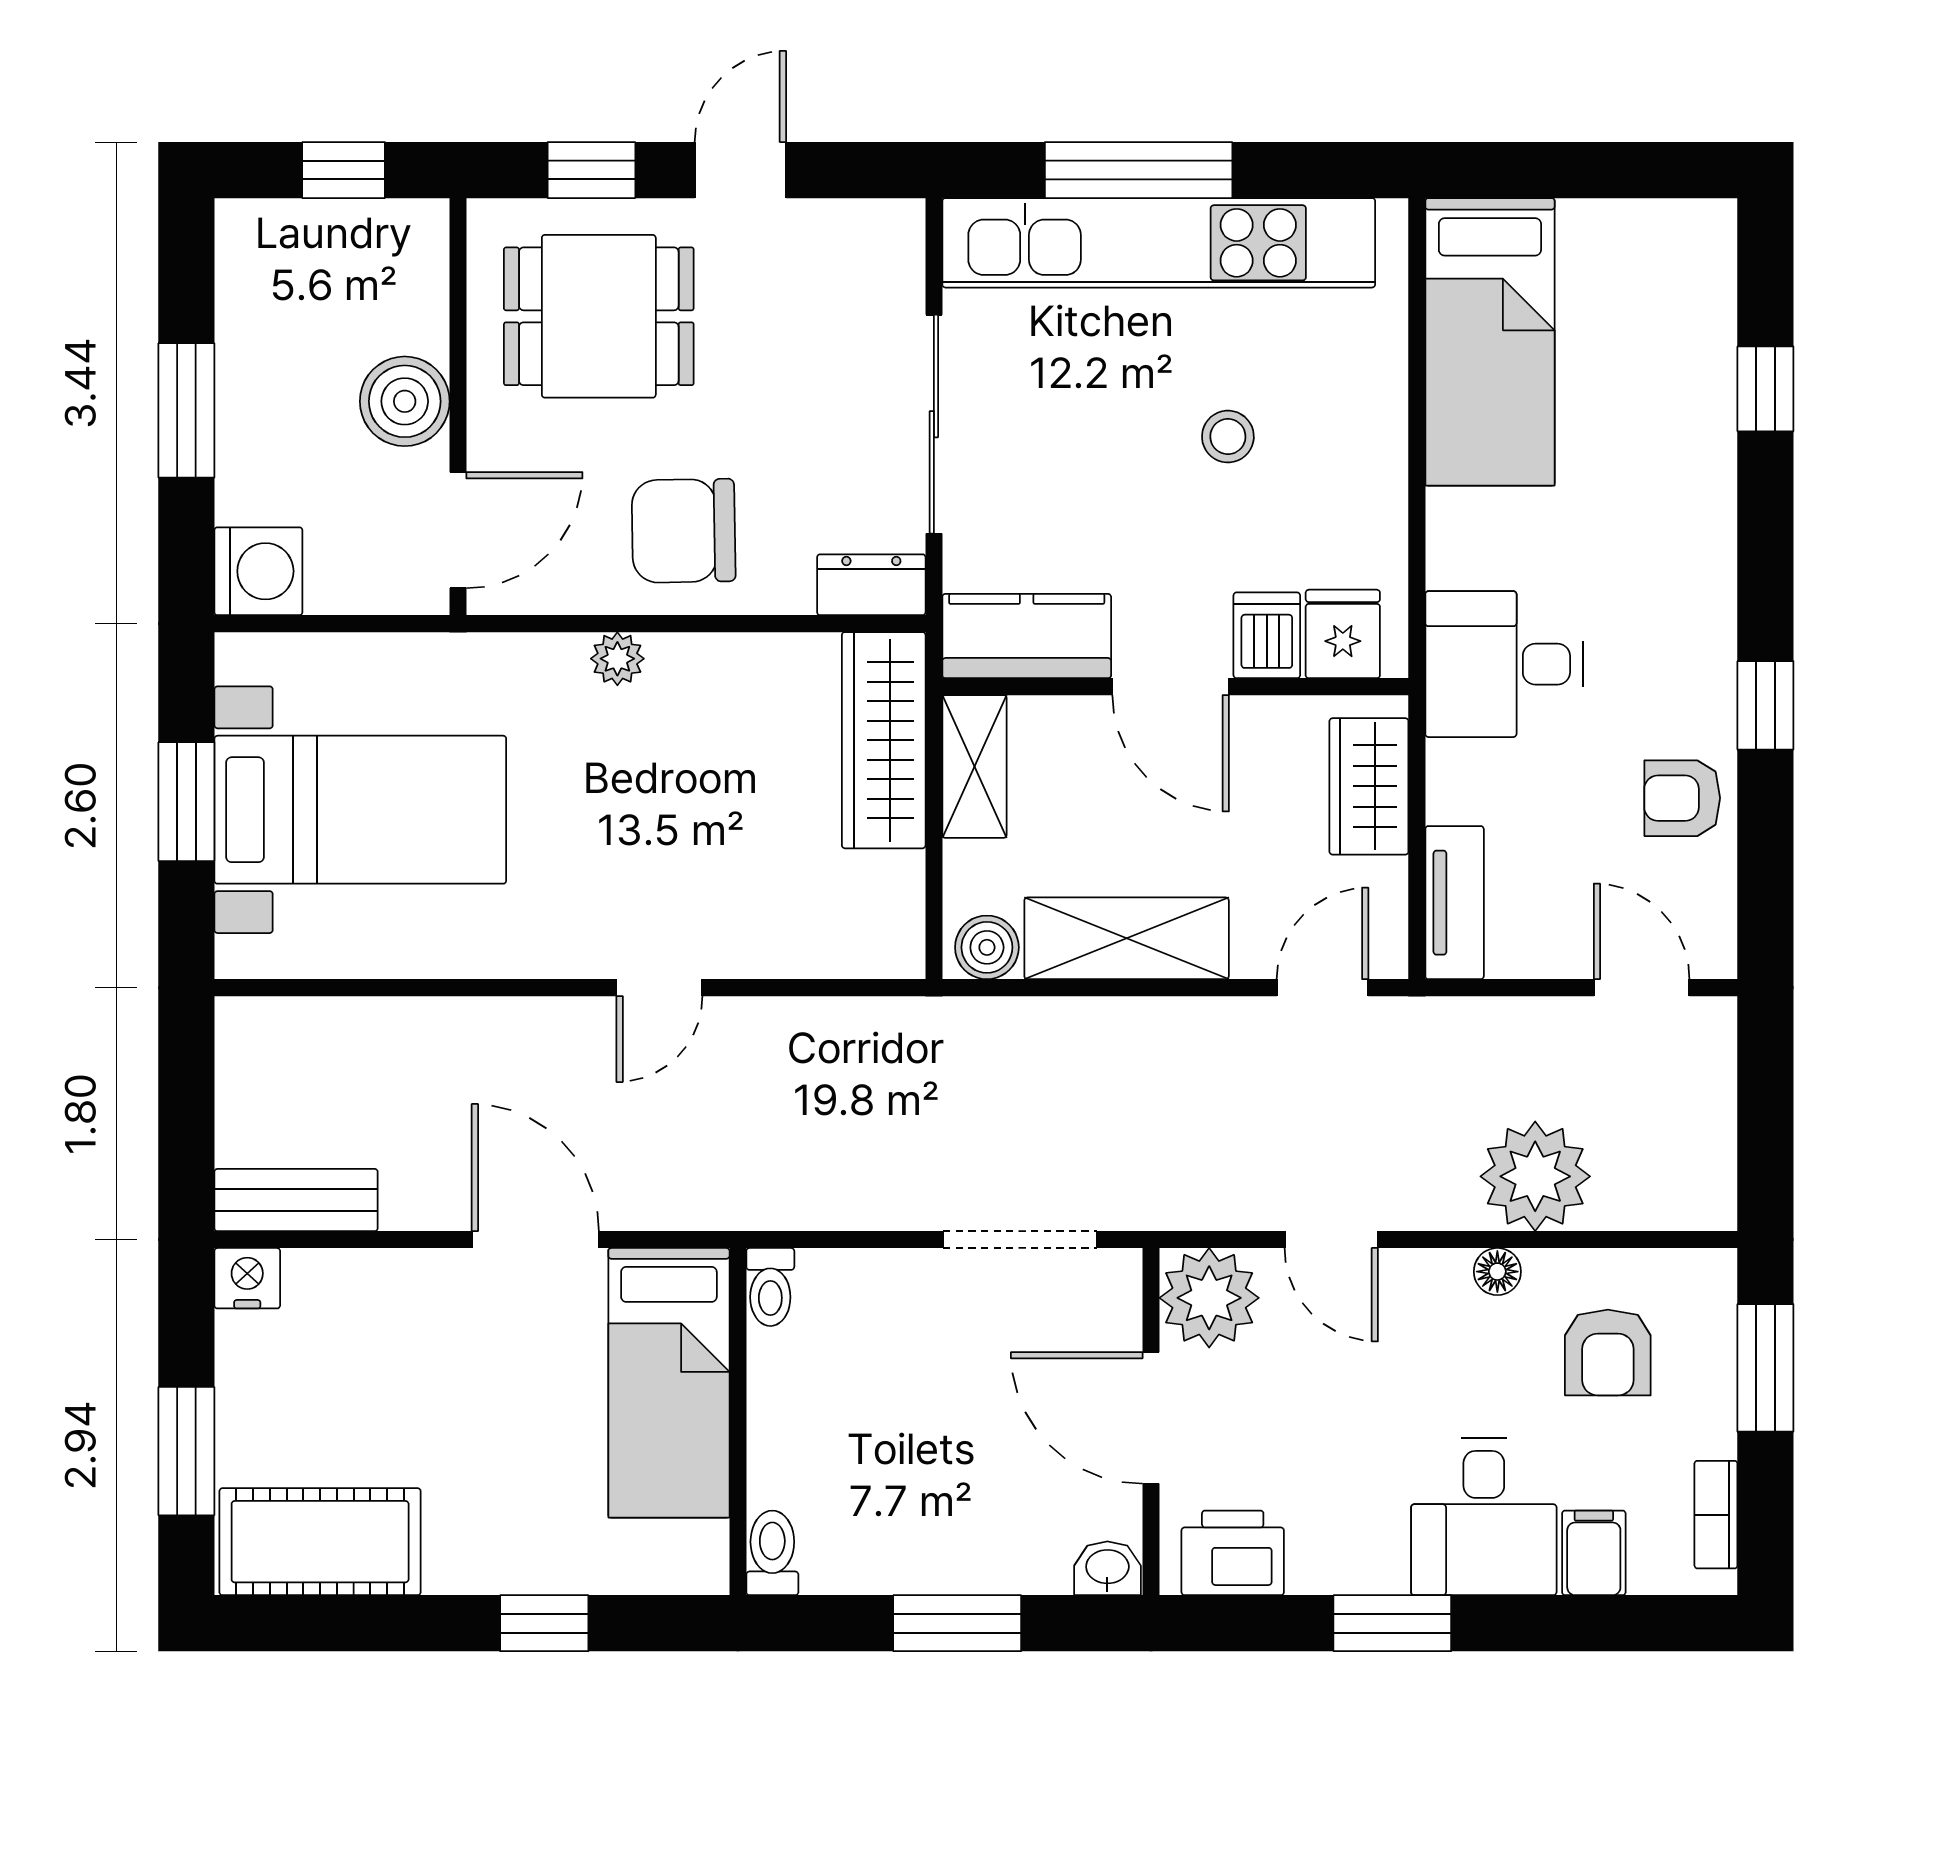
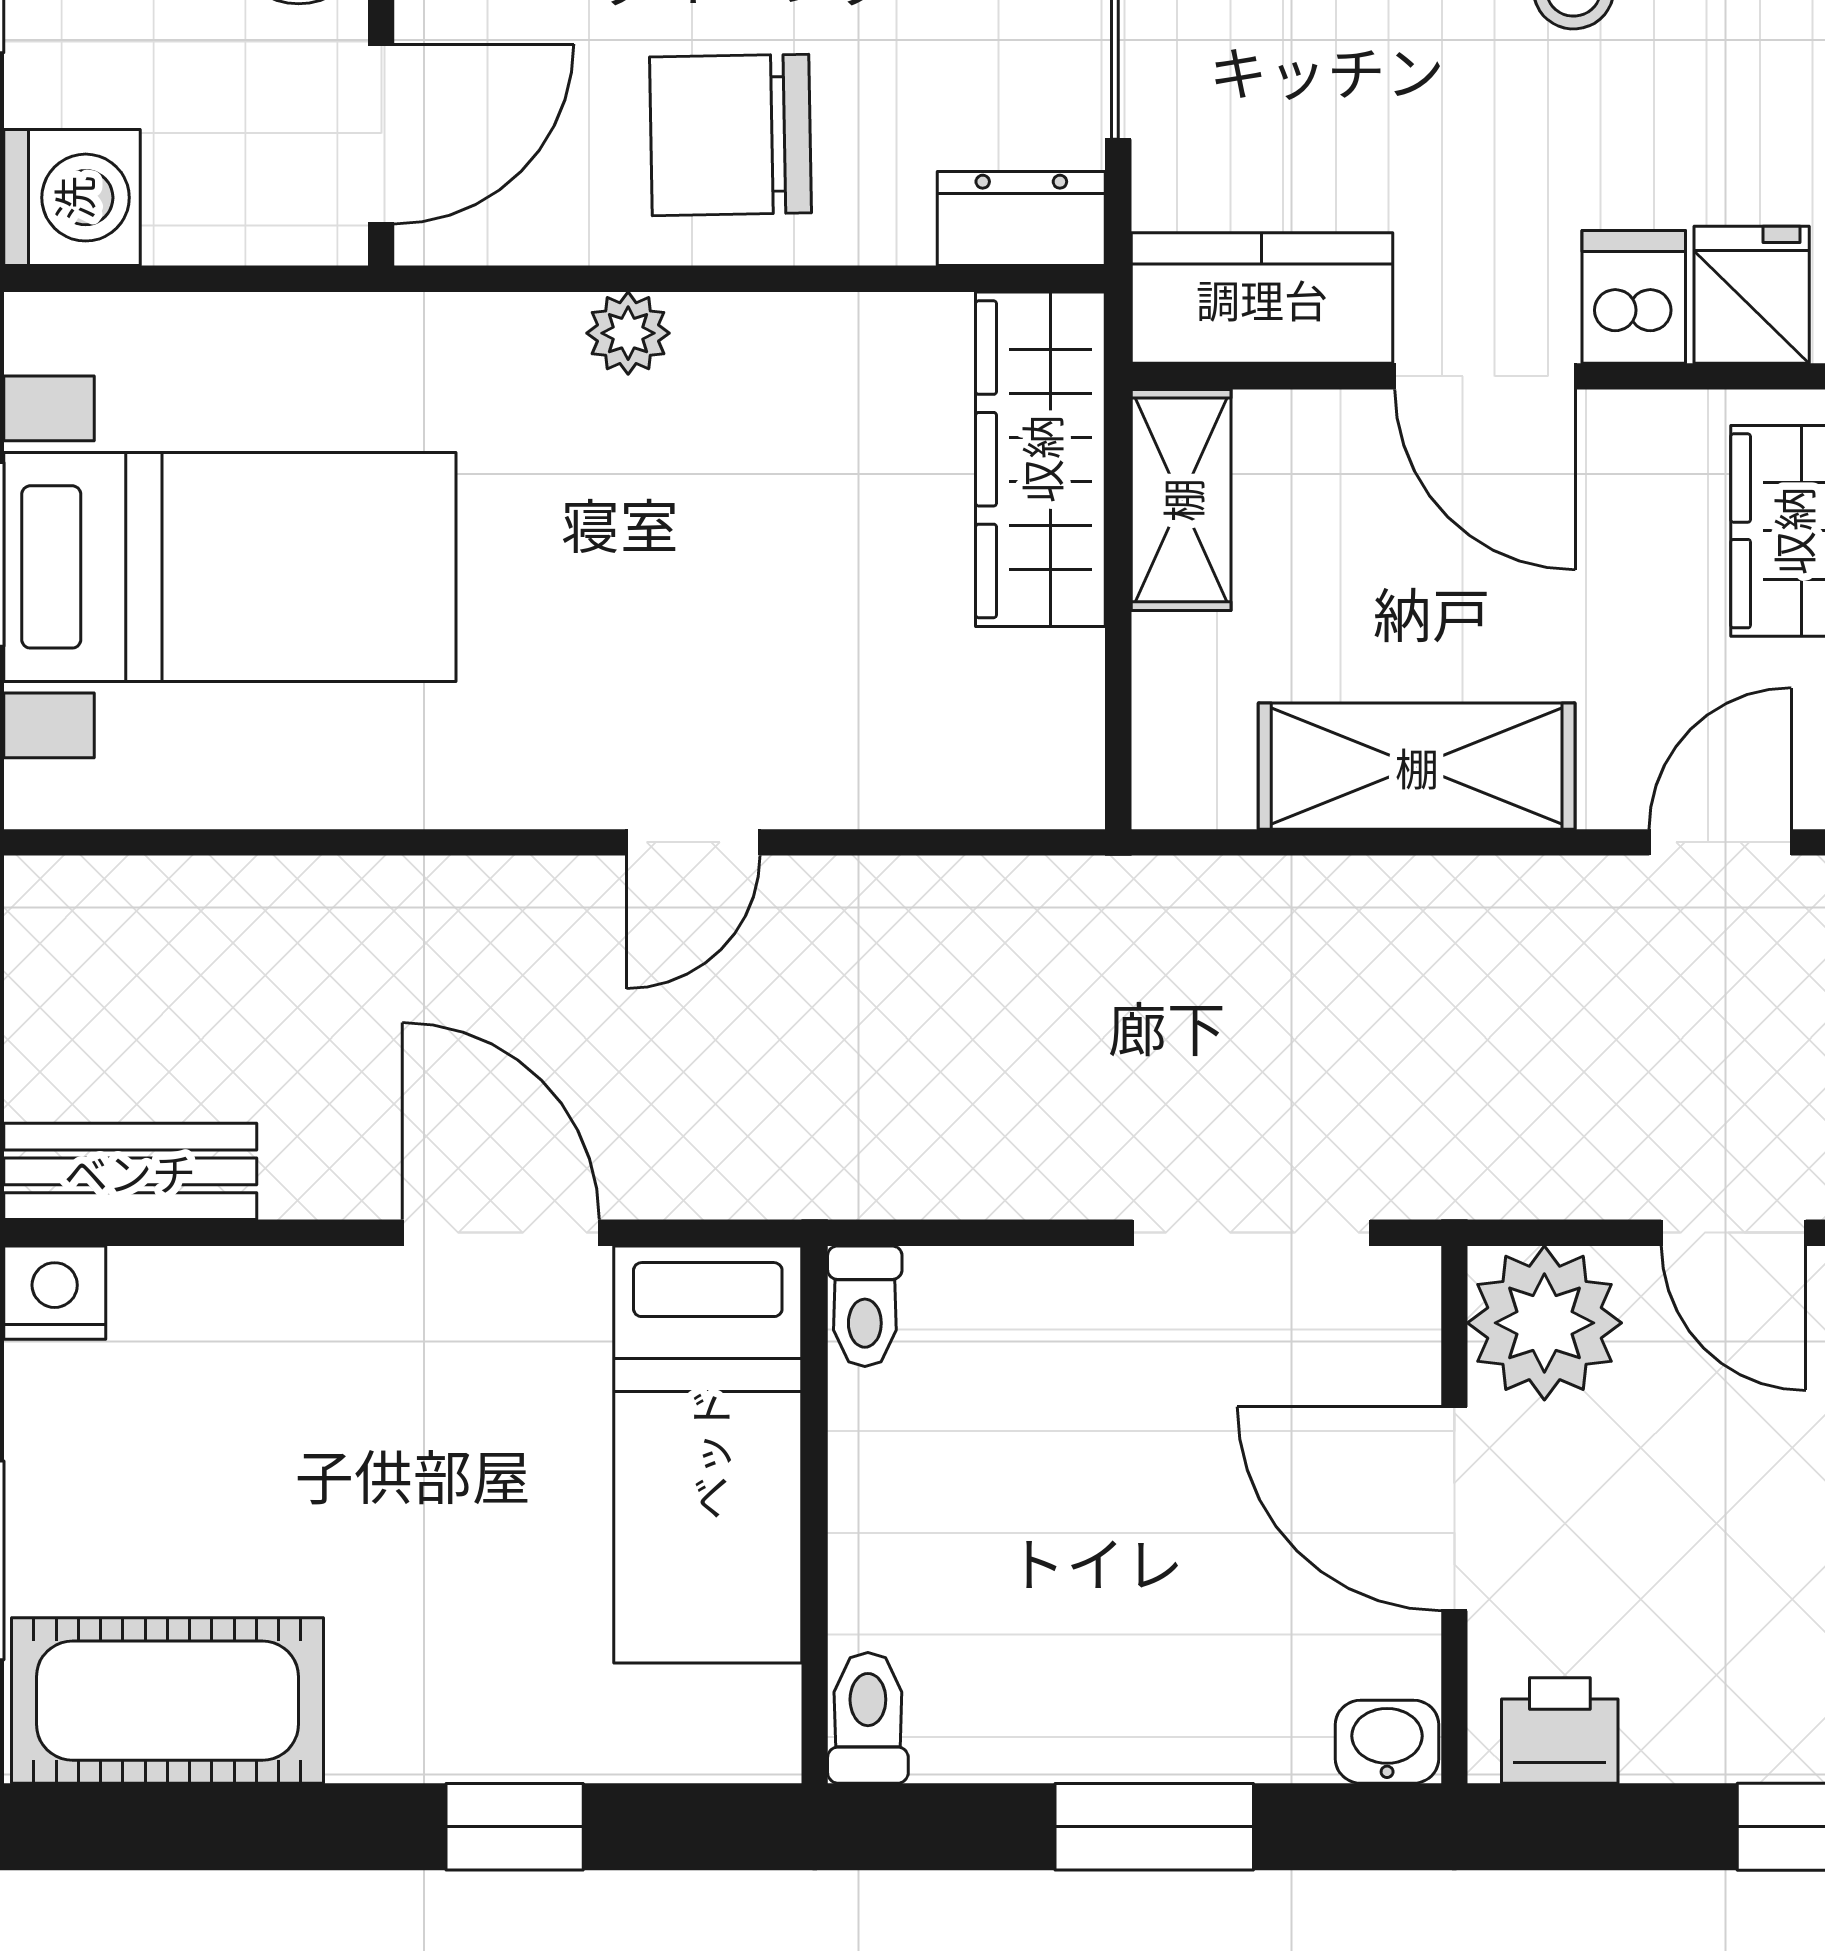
boiler: (987, 947) -> (1200, 780), removed
printer: (1233, 1553) -> (1560, 1731), width x0.73, depth x0.81

